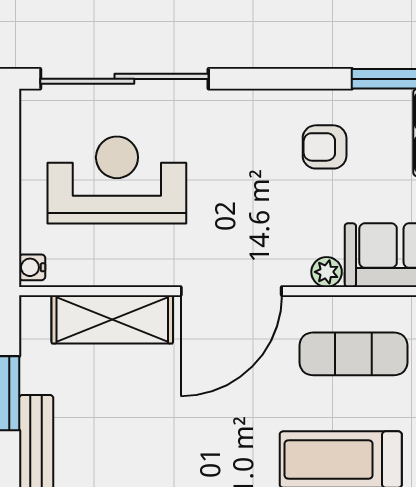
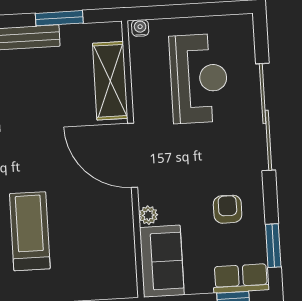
sliding door: (124, 79) -> (266, 117), moved
exercise mat: (354, 354) -> (97, 235), removed

